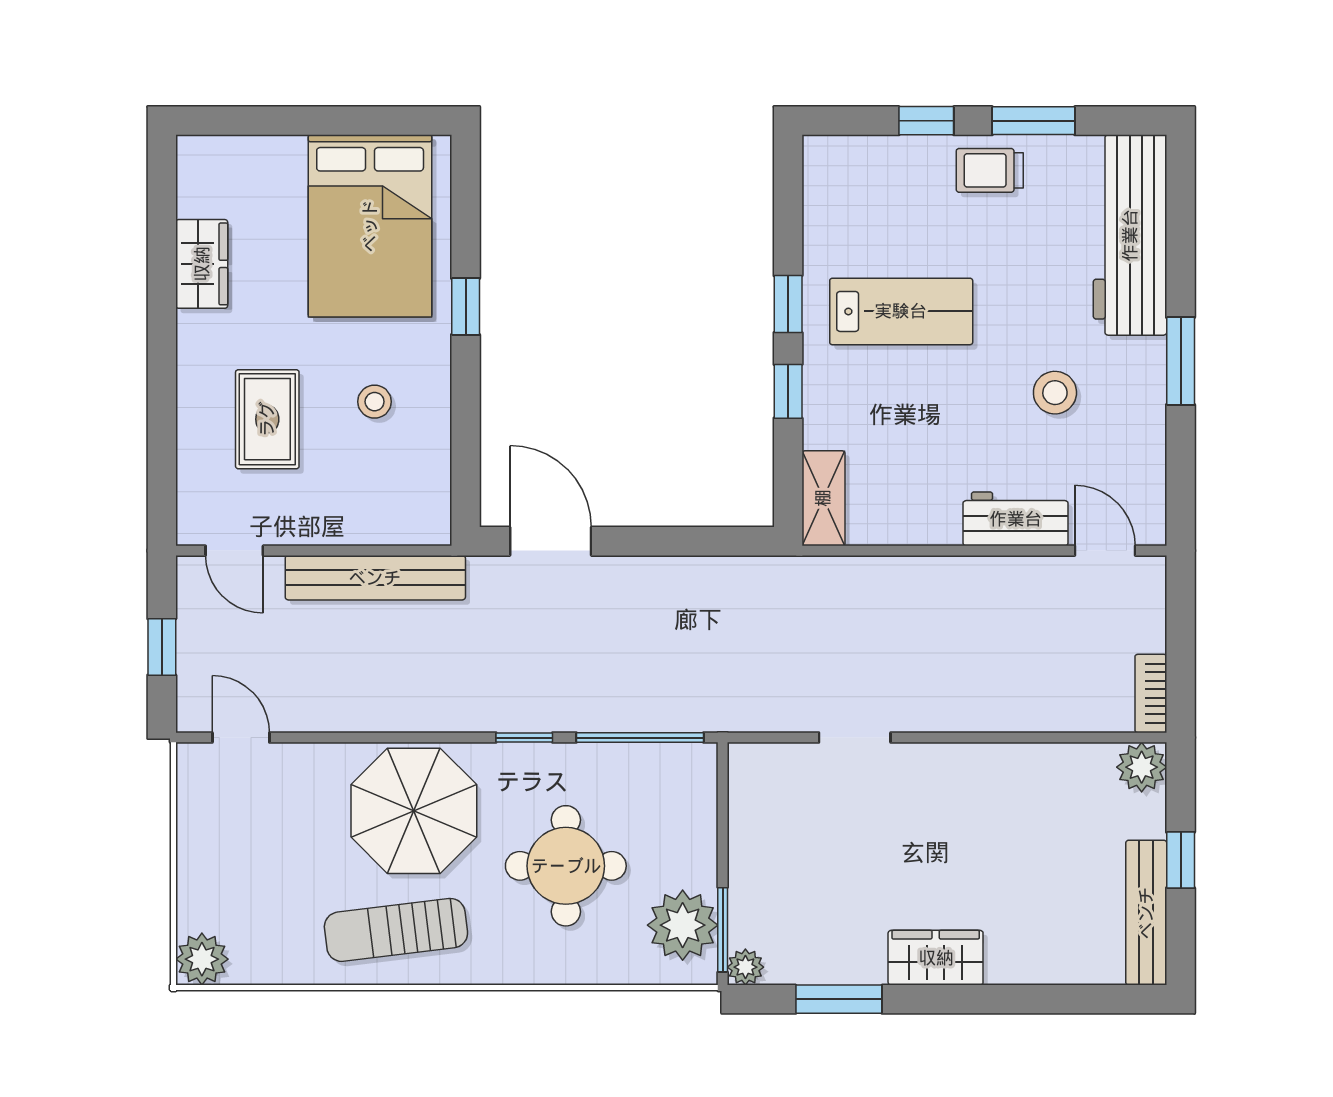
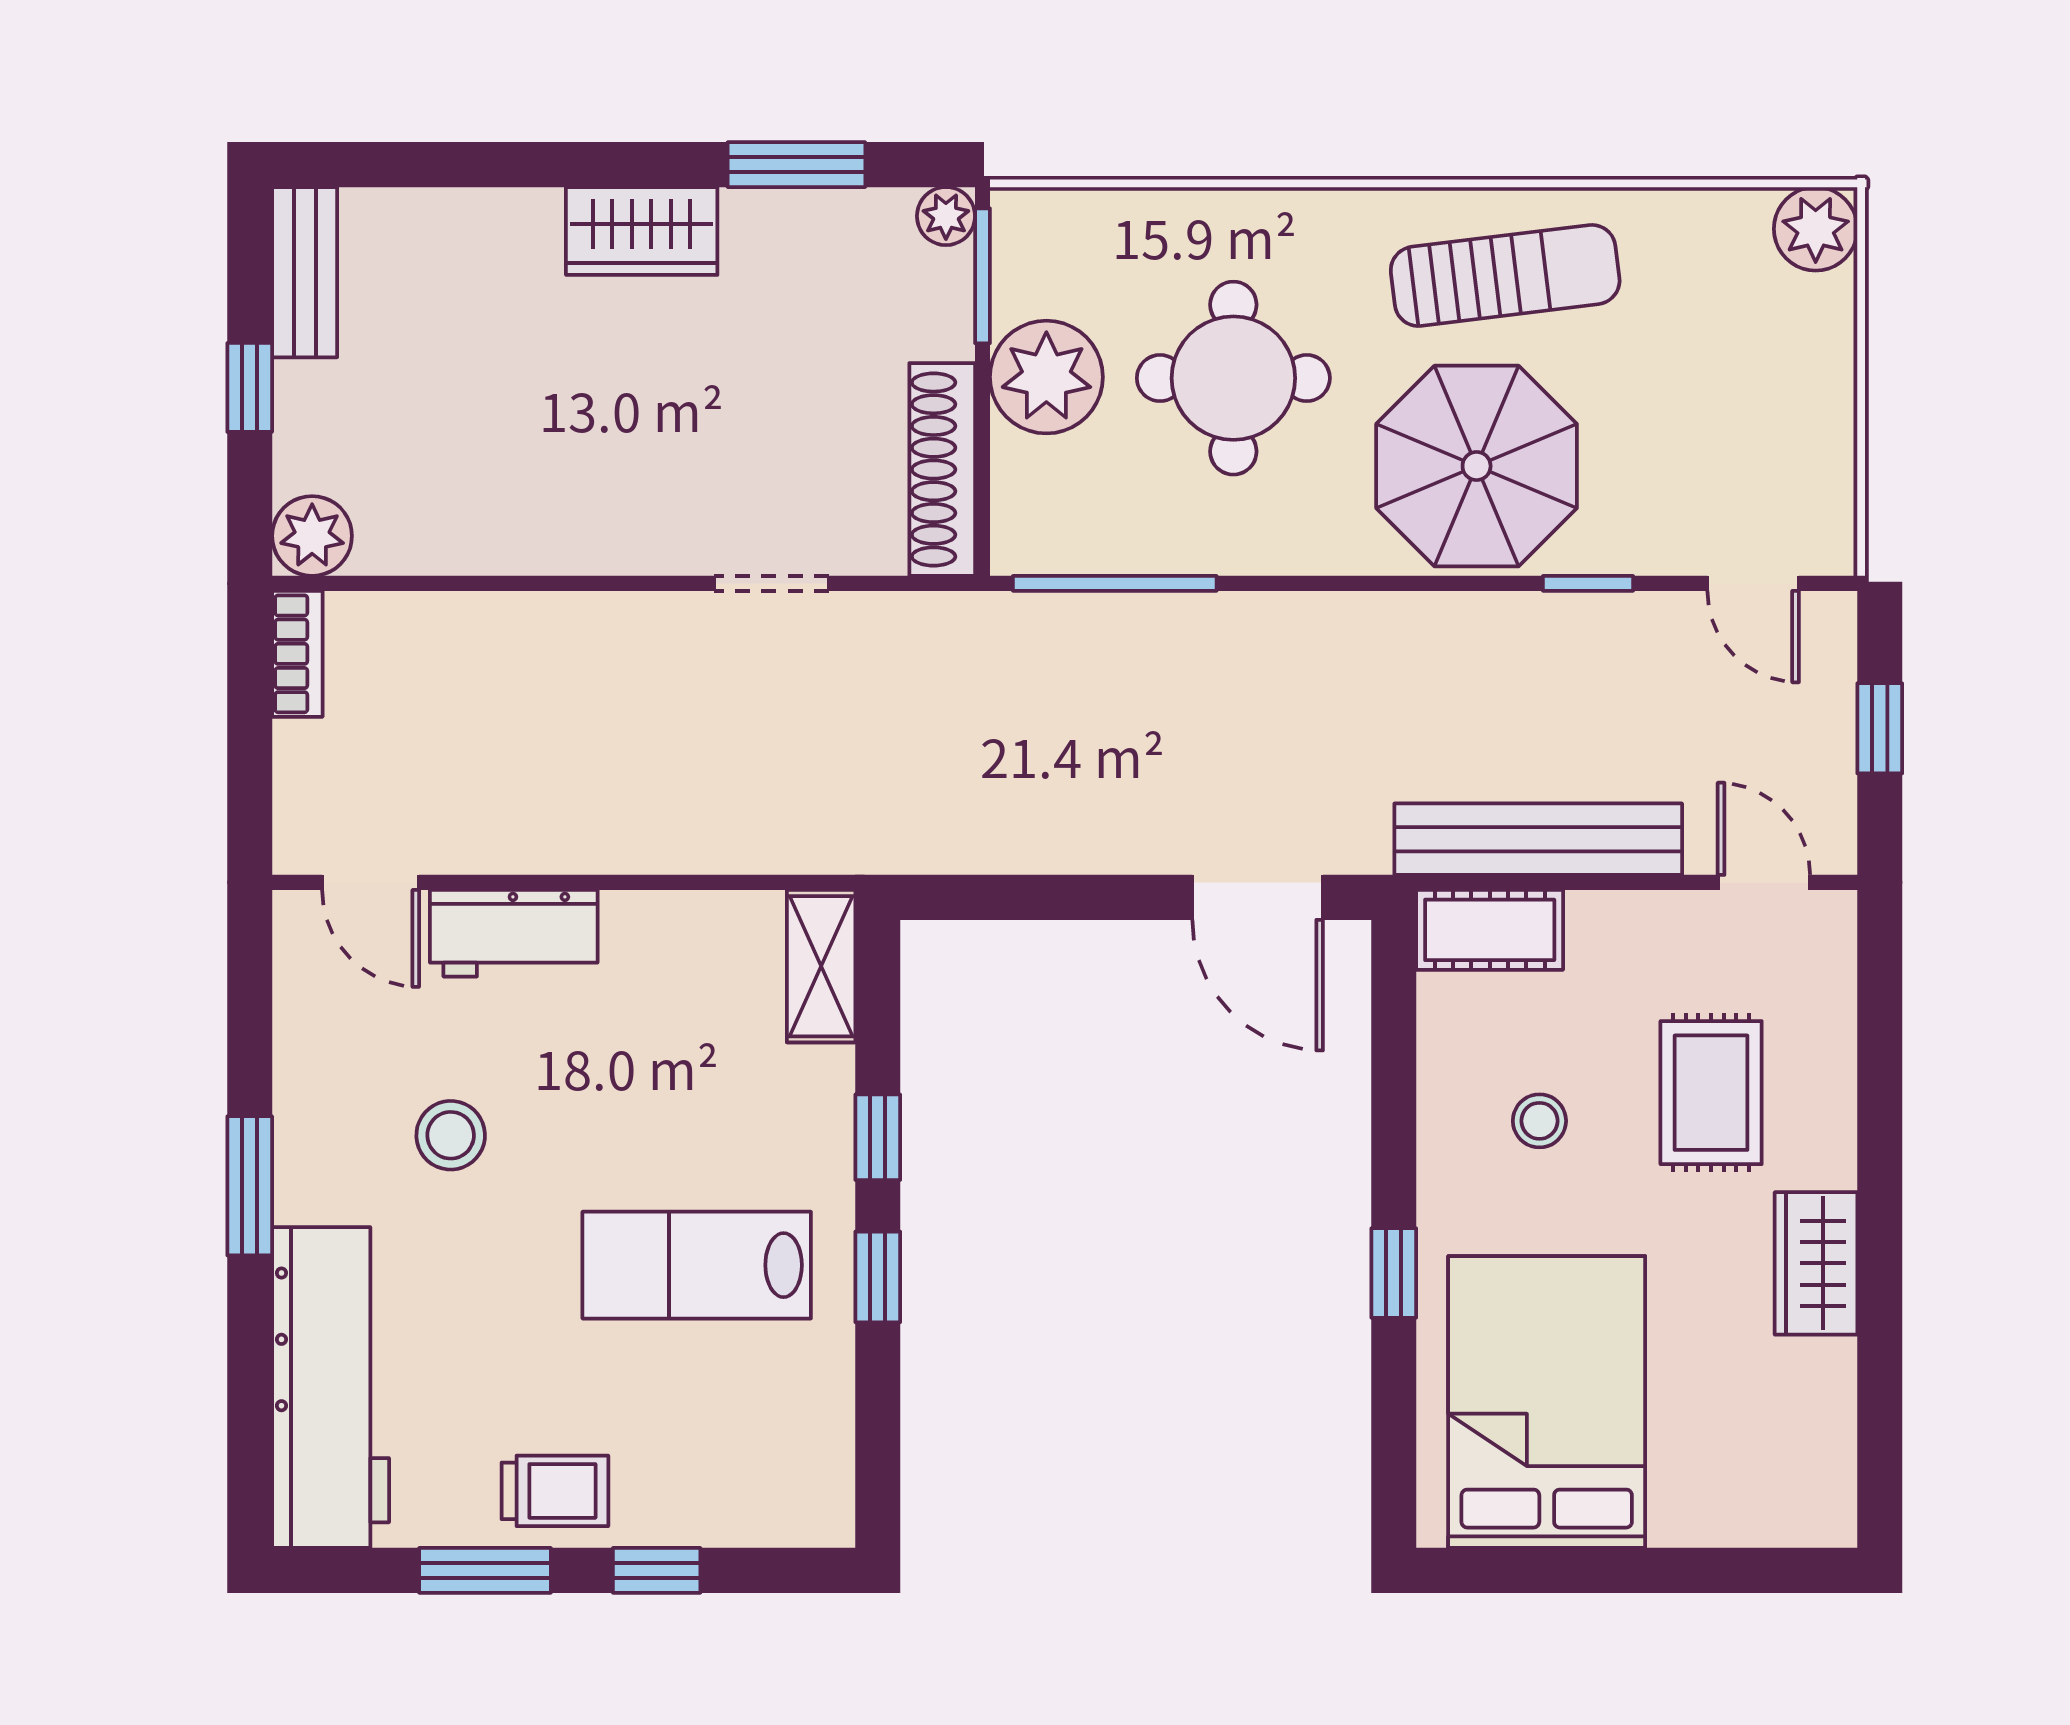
wardrobe: (202, 264) -> (1816, 1263), moved
cot: (406, 521) -> (1490, 930), added
window: (524, 738) -> (1588, 583), moved
shoe rack: (748, 809) -> (942, 469), added
bench: (1146, 913) -> (305, 272), width x0.73
plant: (683, 925) -> (1046, 377), moved

